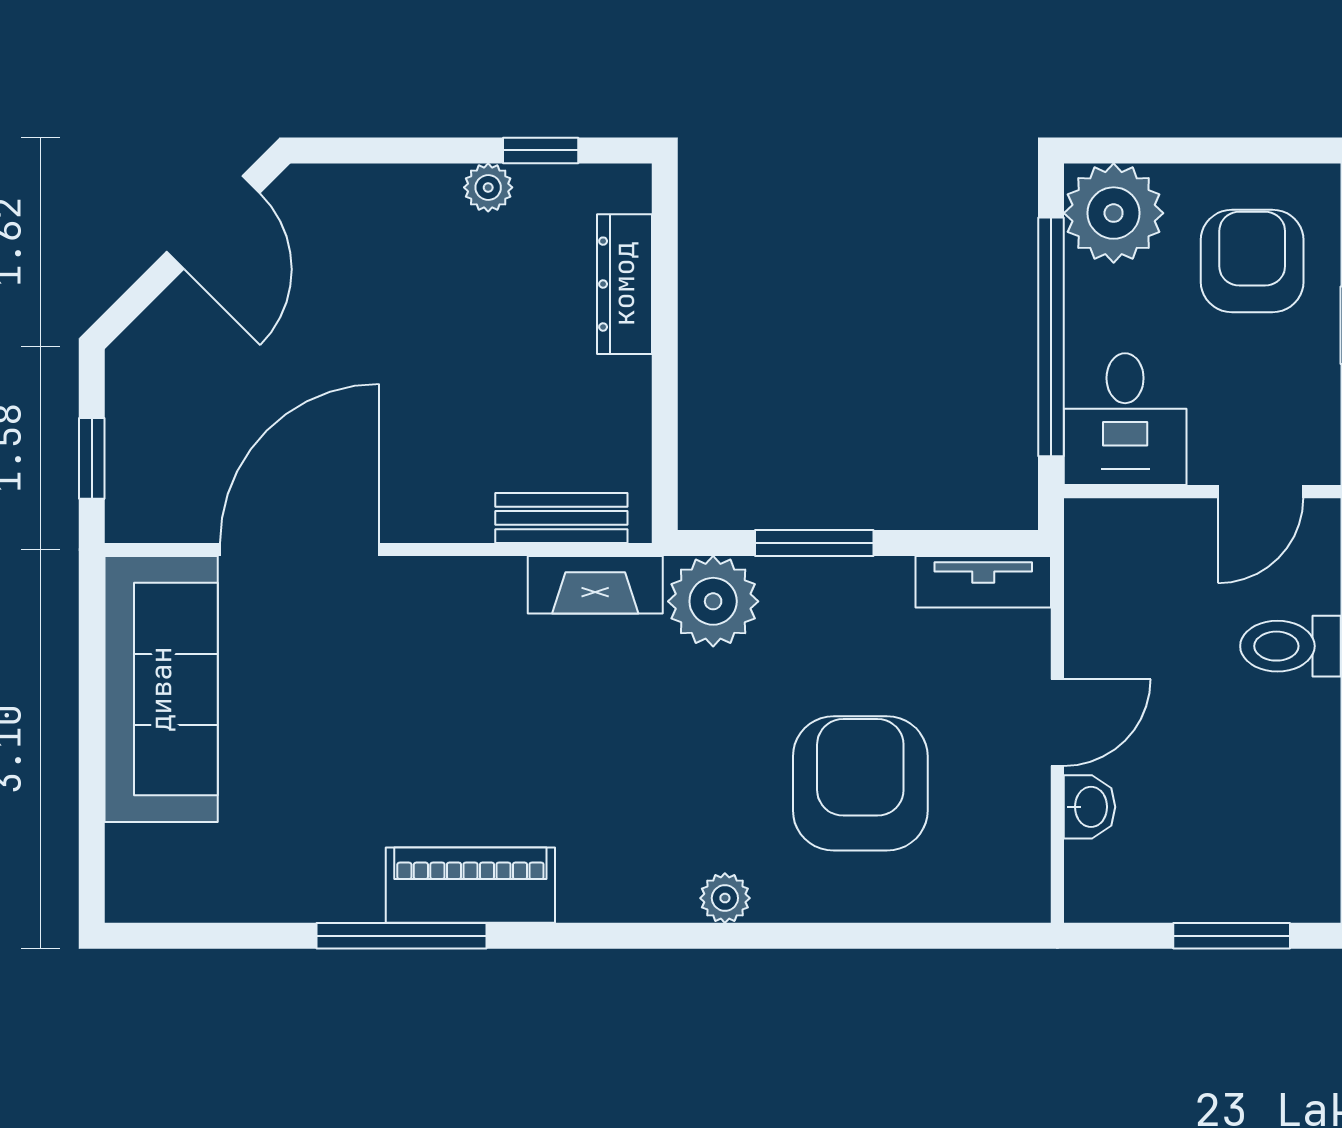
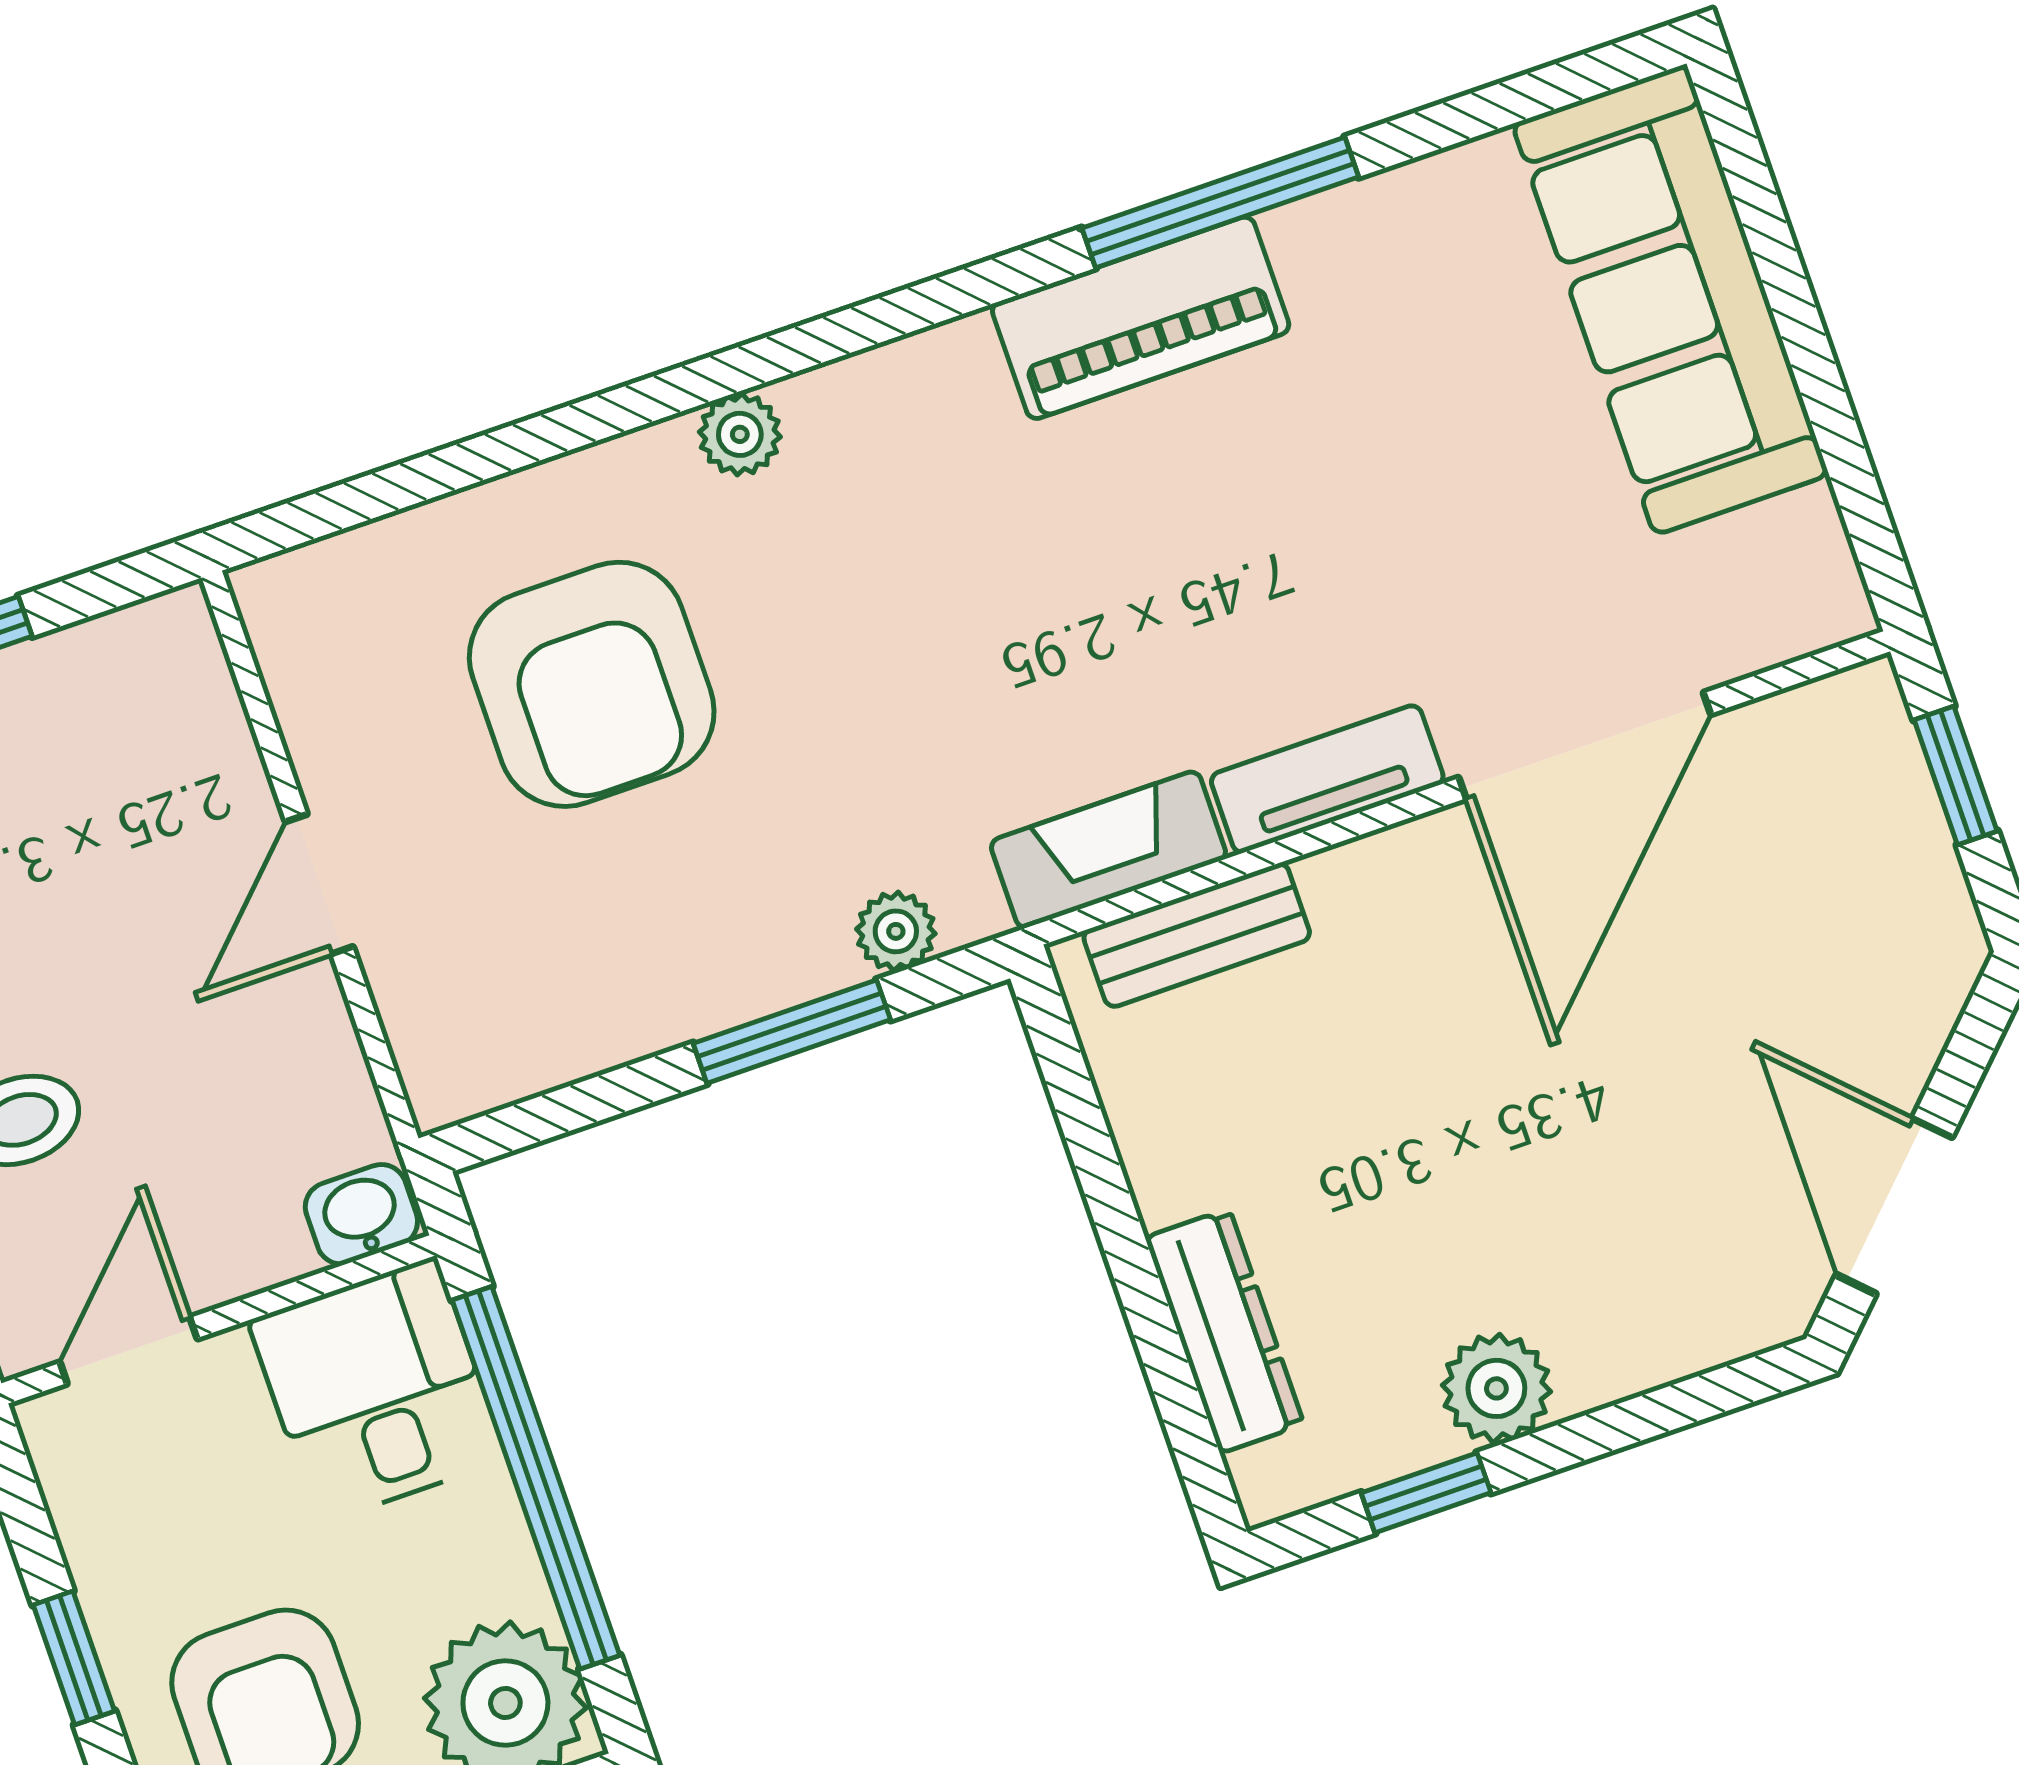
plant: (488, 187) -> (1496, 1388), width x1.38, depth x1.38
tv unit: (983, 582) -> (1327, 779), moved
plant: (713, 601) -> (896, 931), width x0.53, depth x0.53
sofa: (161, 689) -> (1670, 300), moved
washbasin: (1089, 807) -> (361, 1214), moved, turned 90

